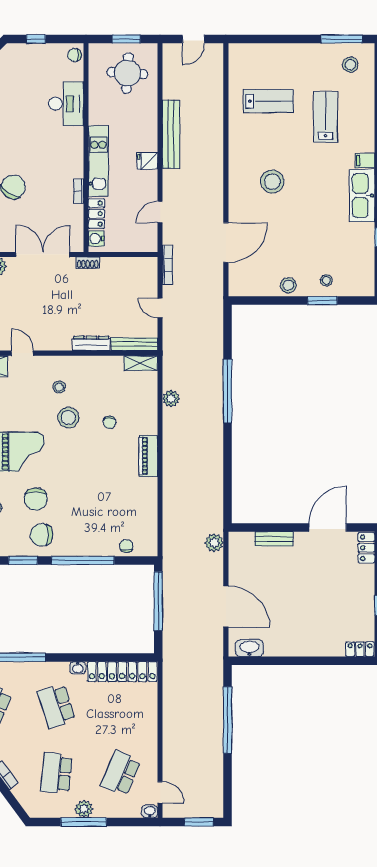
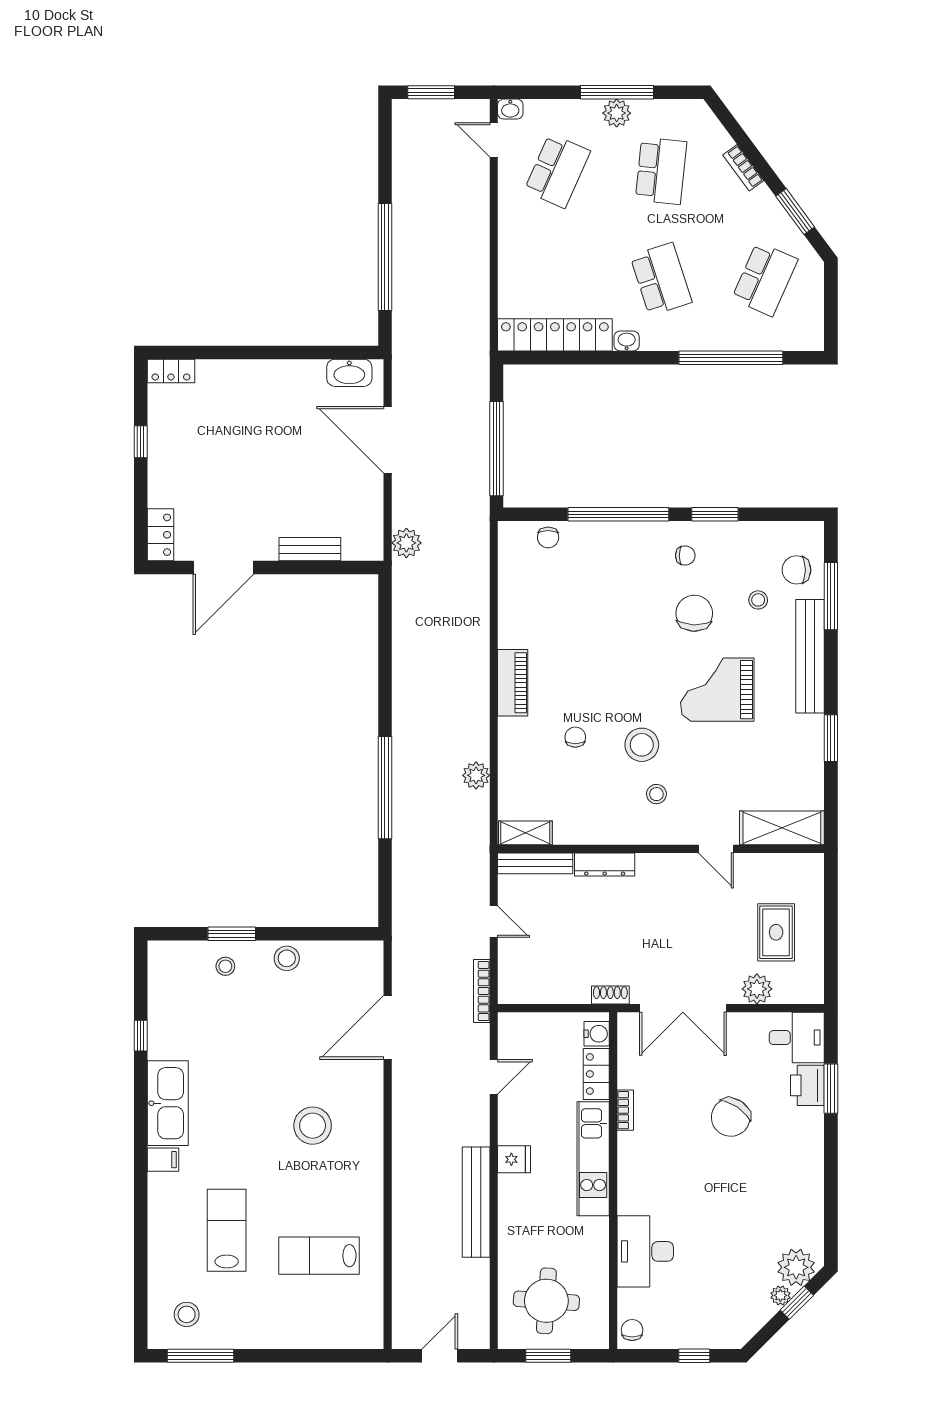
chair: (74, 55) -> (632, 1330), turned -90
lab bench: (326, 117) -> (227, 1230), turned 180
chair: (41, 535) -> (685, 556), width x0.54, depth x0.54

